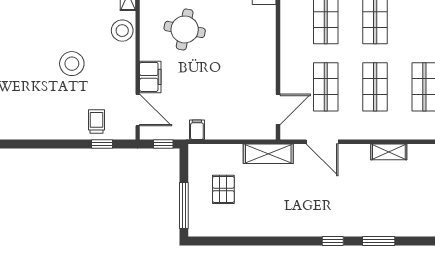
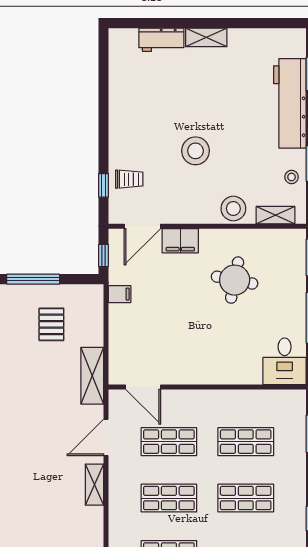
shelving: (389, 152) -> (94, 485), moved
pallet: (223, 189) -> (51, 324), turned 90

